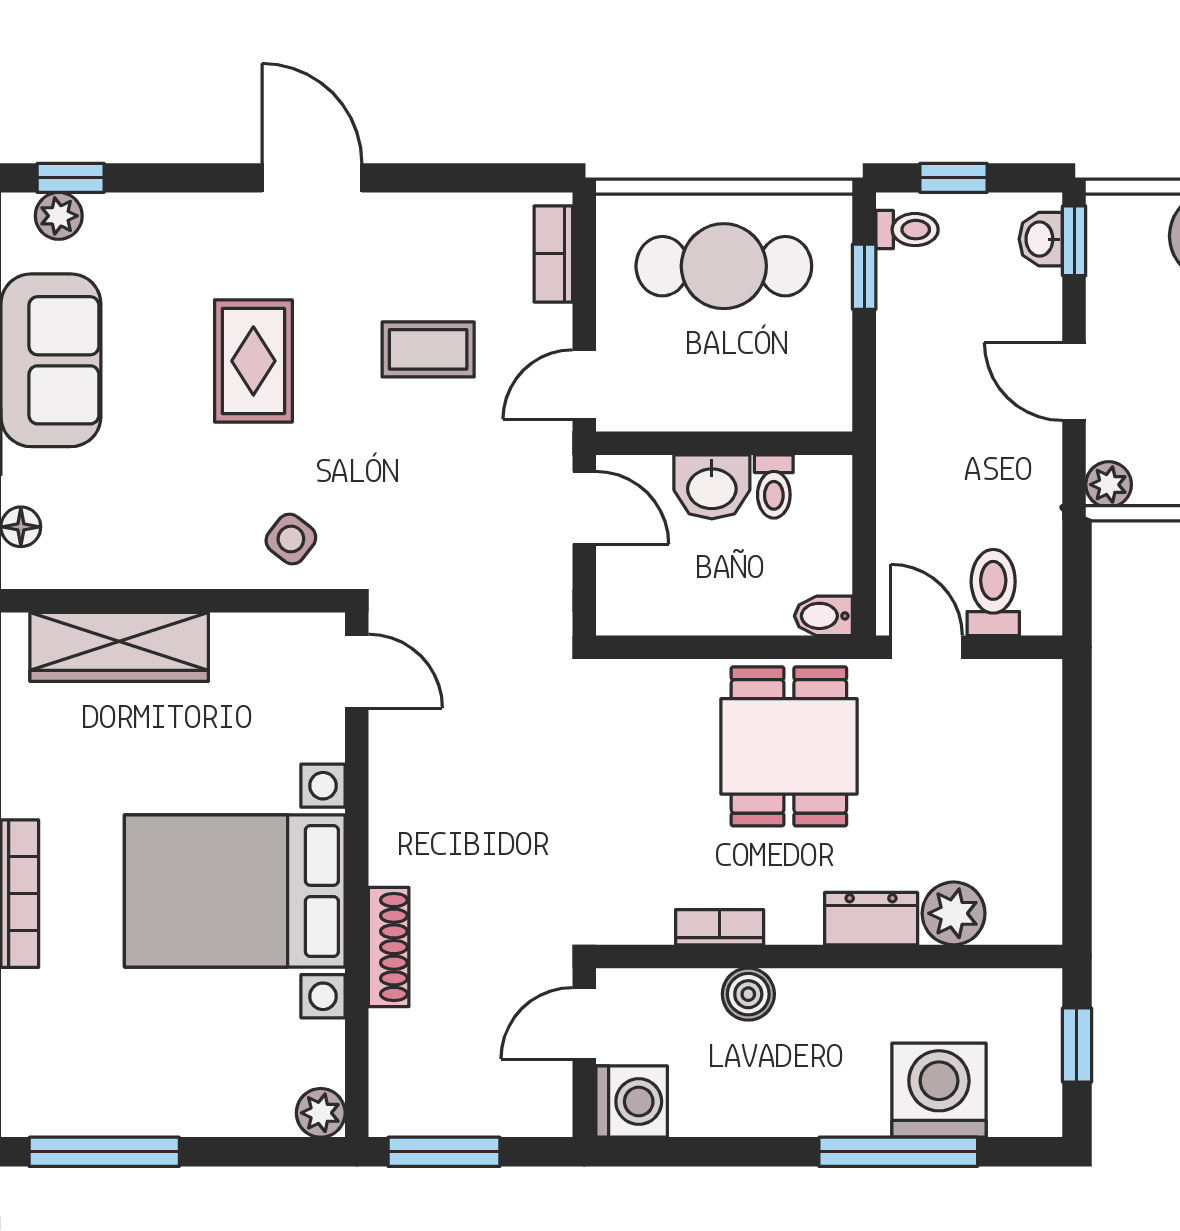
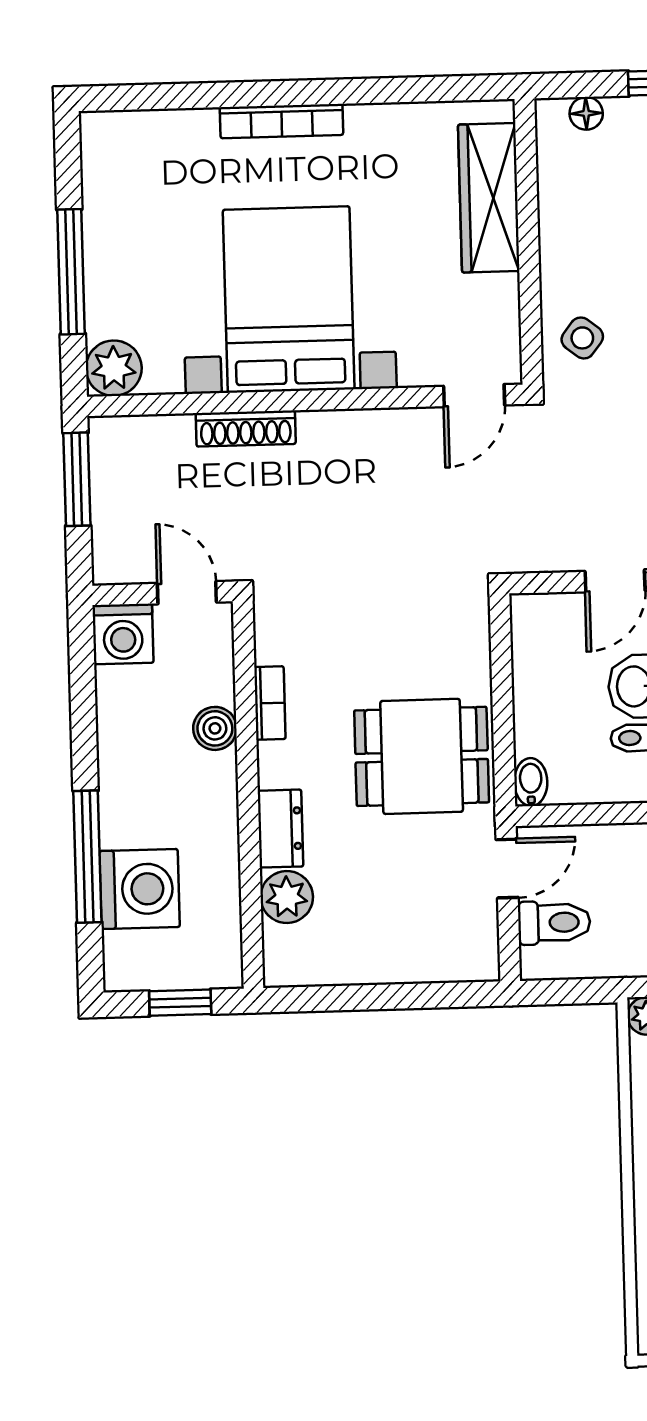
plant: (321, 1113) -> (114, 368), width x1.38, depth x1.38
window: (104, 1152) -> (71, 272), moved

